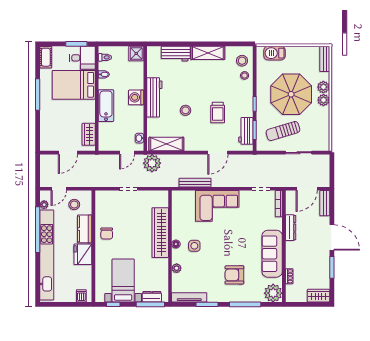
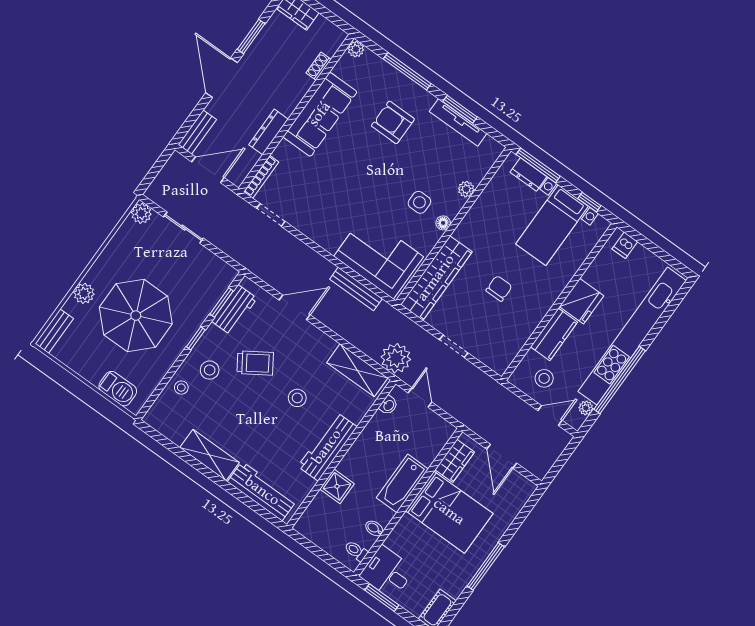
shower: (136, 54) -> (337, 486), moved
workbench: (176, 54) -> (262, 491), width x1.38
stool: (242, 61) -> (210, 370), moved
bed: (74, 85) -> (449, 512), moved
washing machine: (136, 97) -> (353, 465), removed
plant: (324, 100) -> (141, 213), moved
trolley: (218, 113) -> (255, 363), turned 57
sun lounger: (283, 131) -> (183, 273), removed
door: (68, 153) -> (502, 456), swing flipped
door: (127, 153) -> (420, 398), hinge flipped
corner sofa: (217, 206) -> (379, 257), moved
wardrobe: (160, 233) -> (436, 278), moved
chair: (107, 234) -> (499, 288), moved
armchair: (234, 275) -> (393, 122), turned 180
plant: (273, 293) -> (356, 49), width x0.53, depth x0.53
tv unit: (189, 297) -> (458, 122), moved

